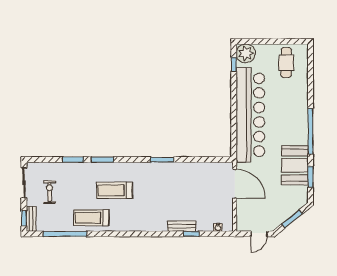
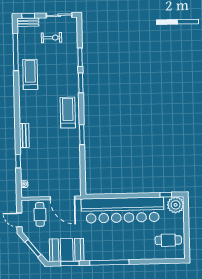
booth: (295, 165) -> (67, 250), moved
door: (235, 184) -> (62, 198), hinge flipped
treadmill: (114, 190) -> (68, 113), moved
cafe table: (253, 210) -> (40, 214), added
bench: (182, 226) -> (24, 135), moved

